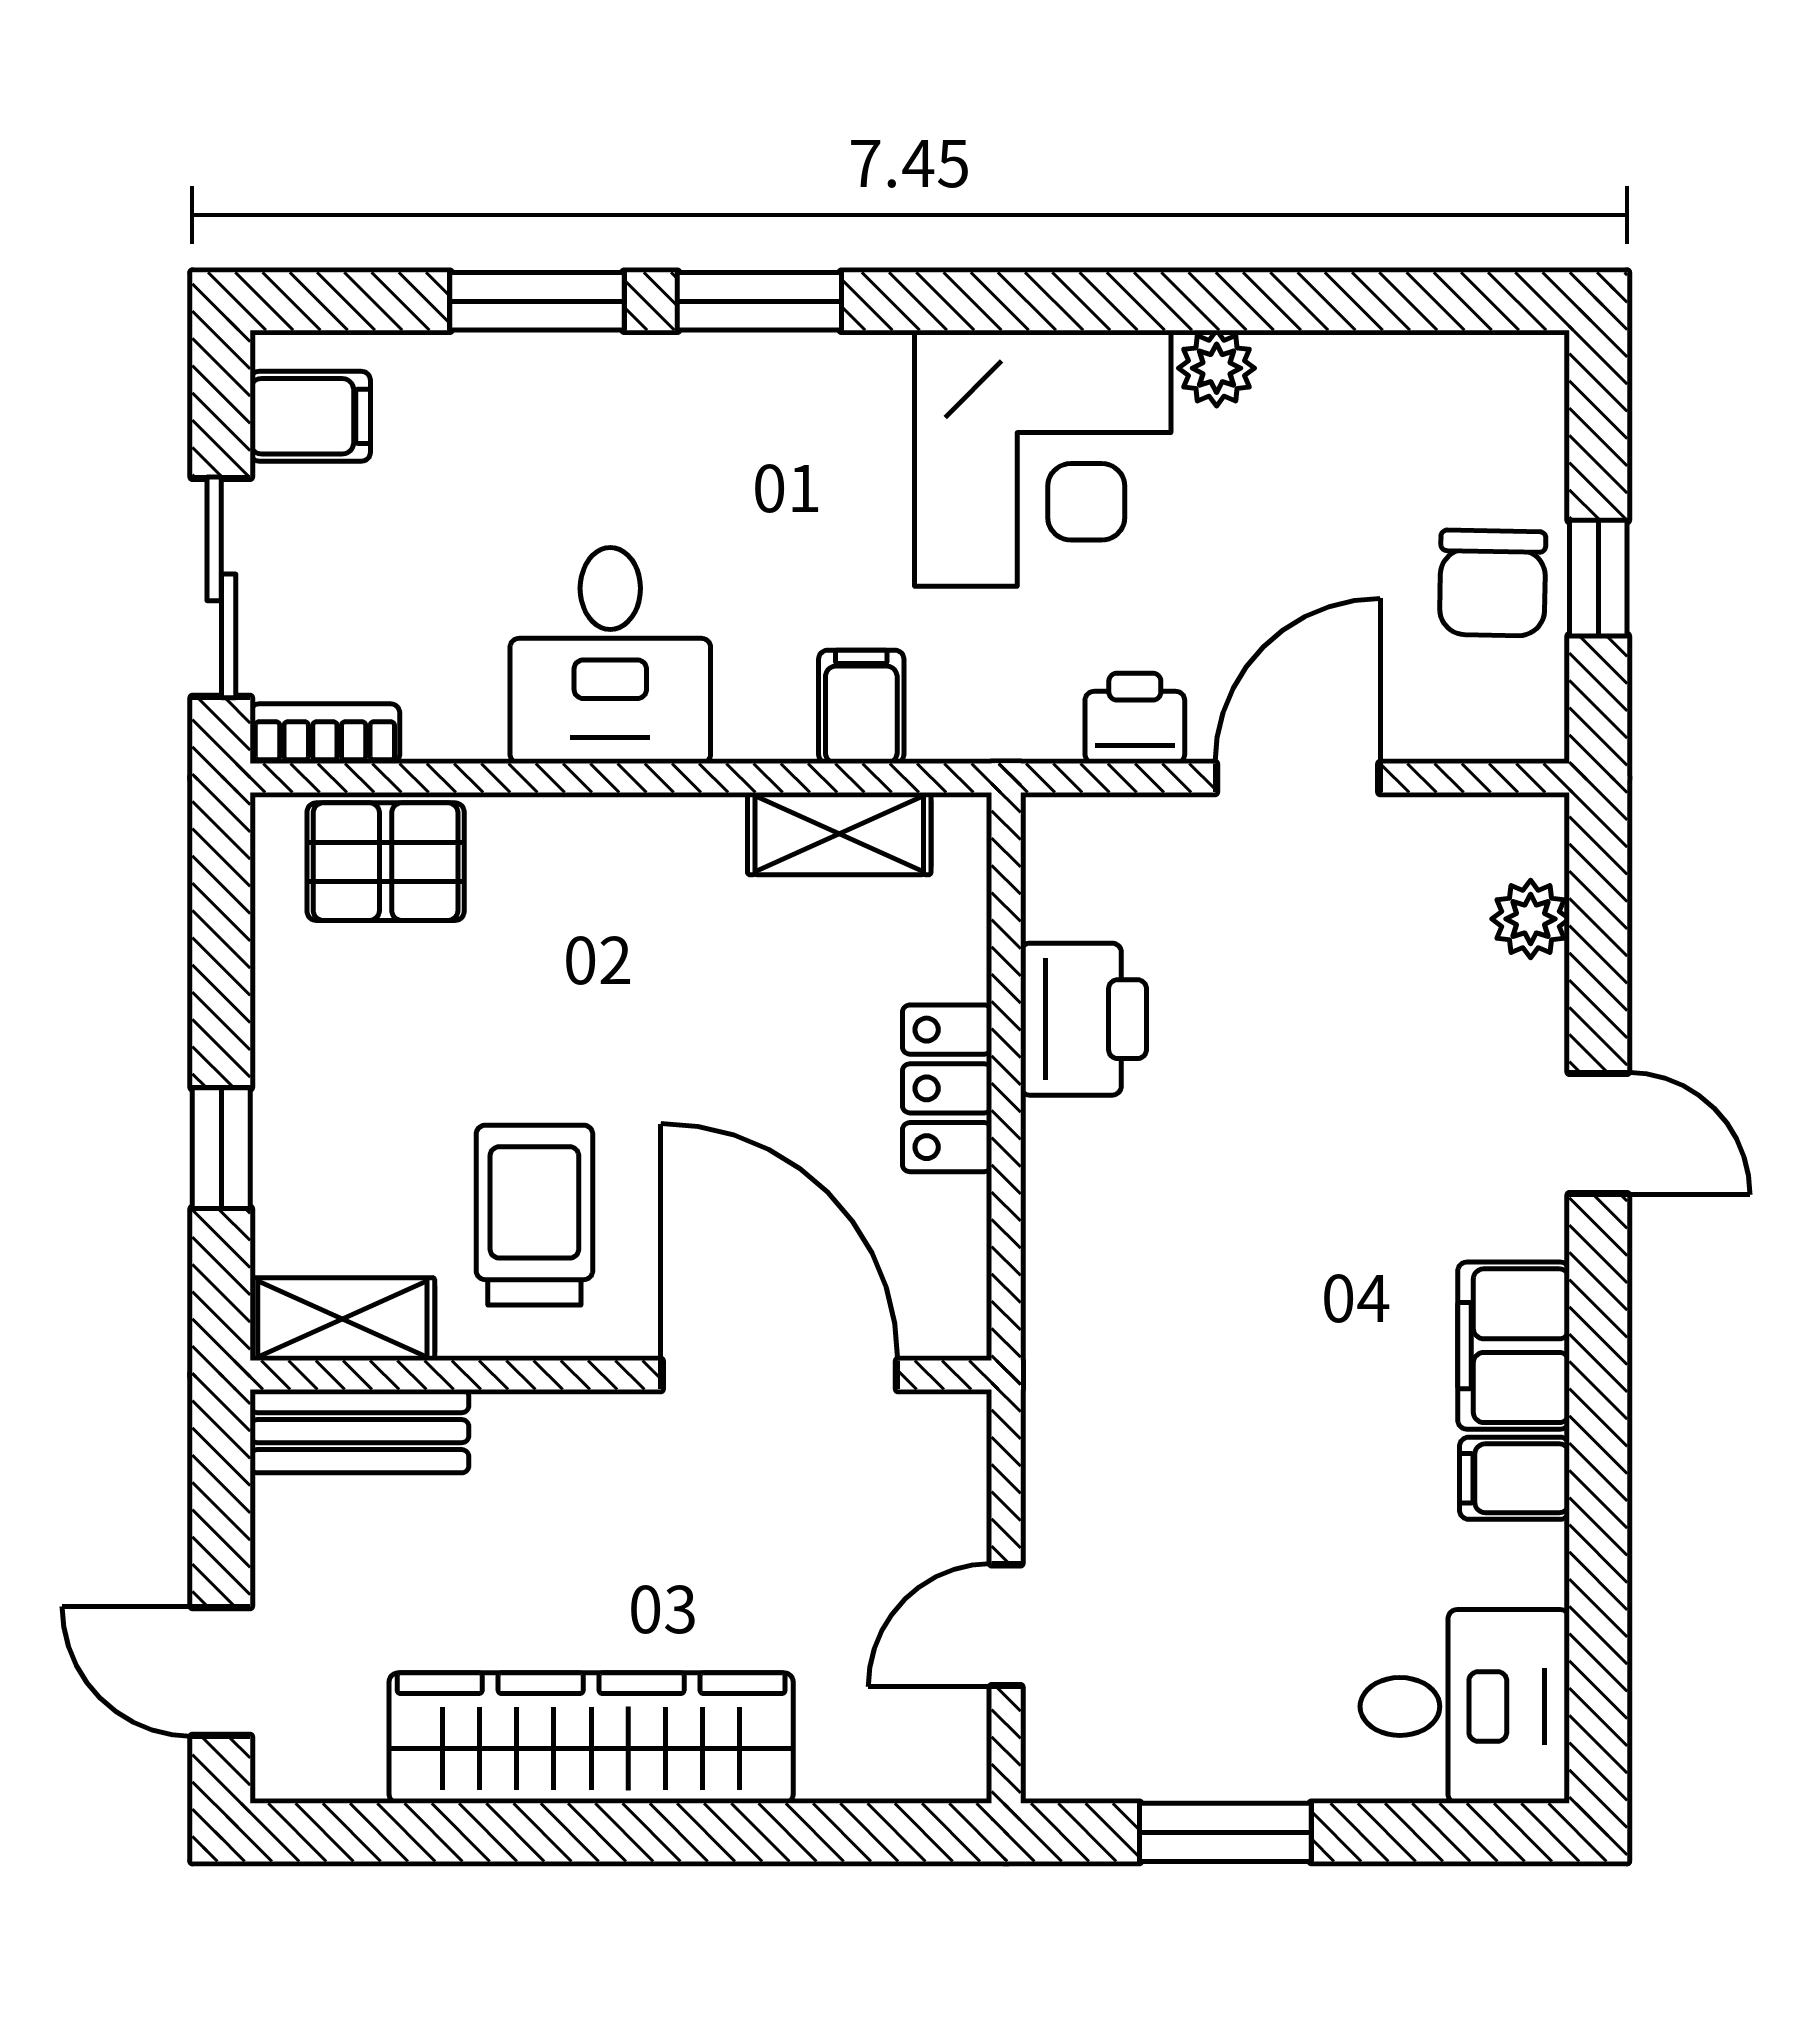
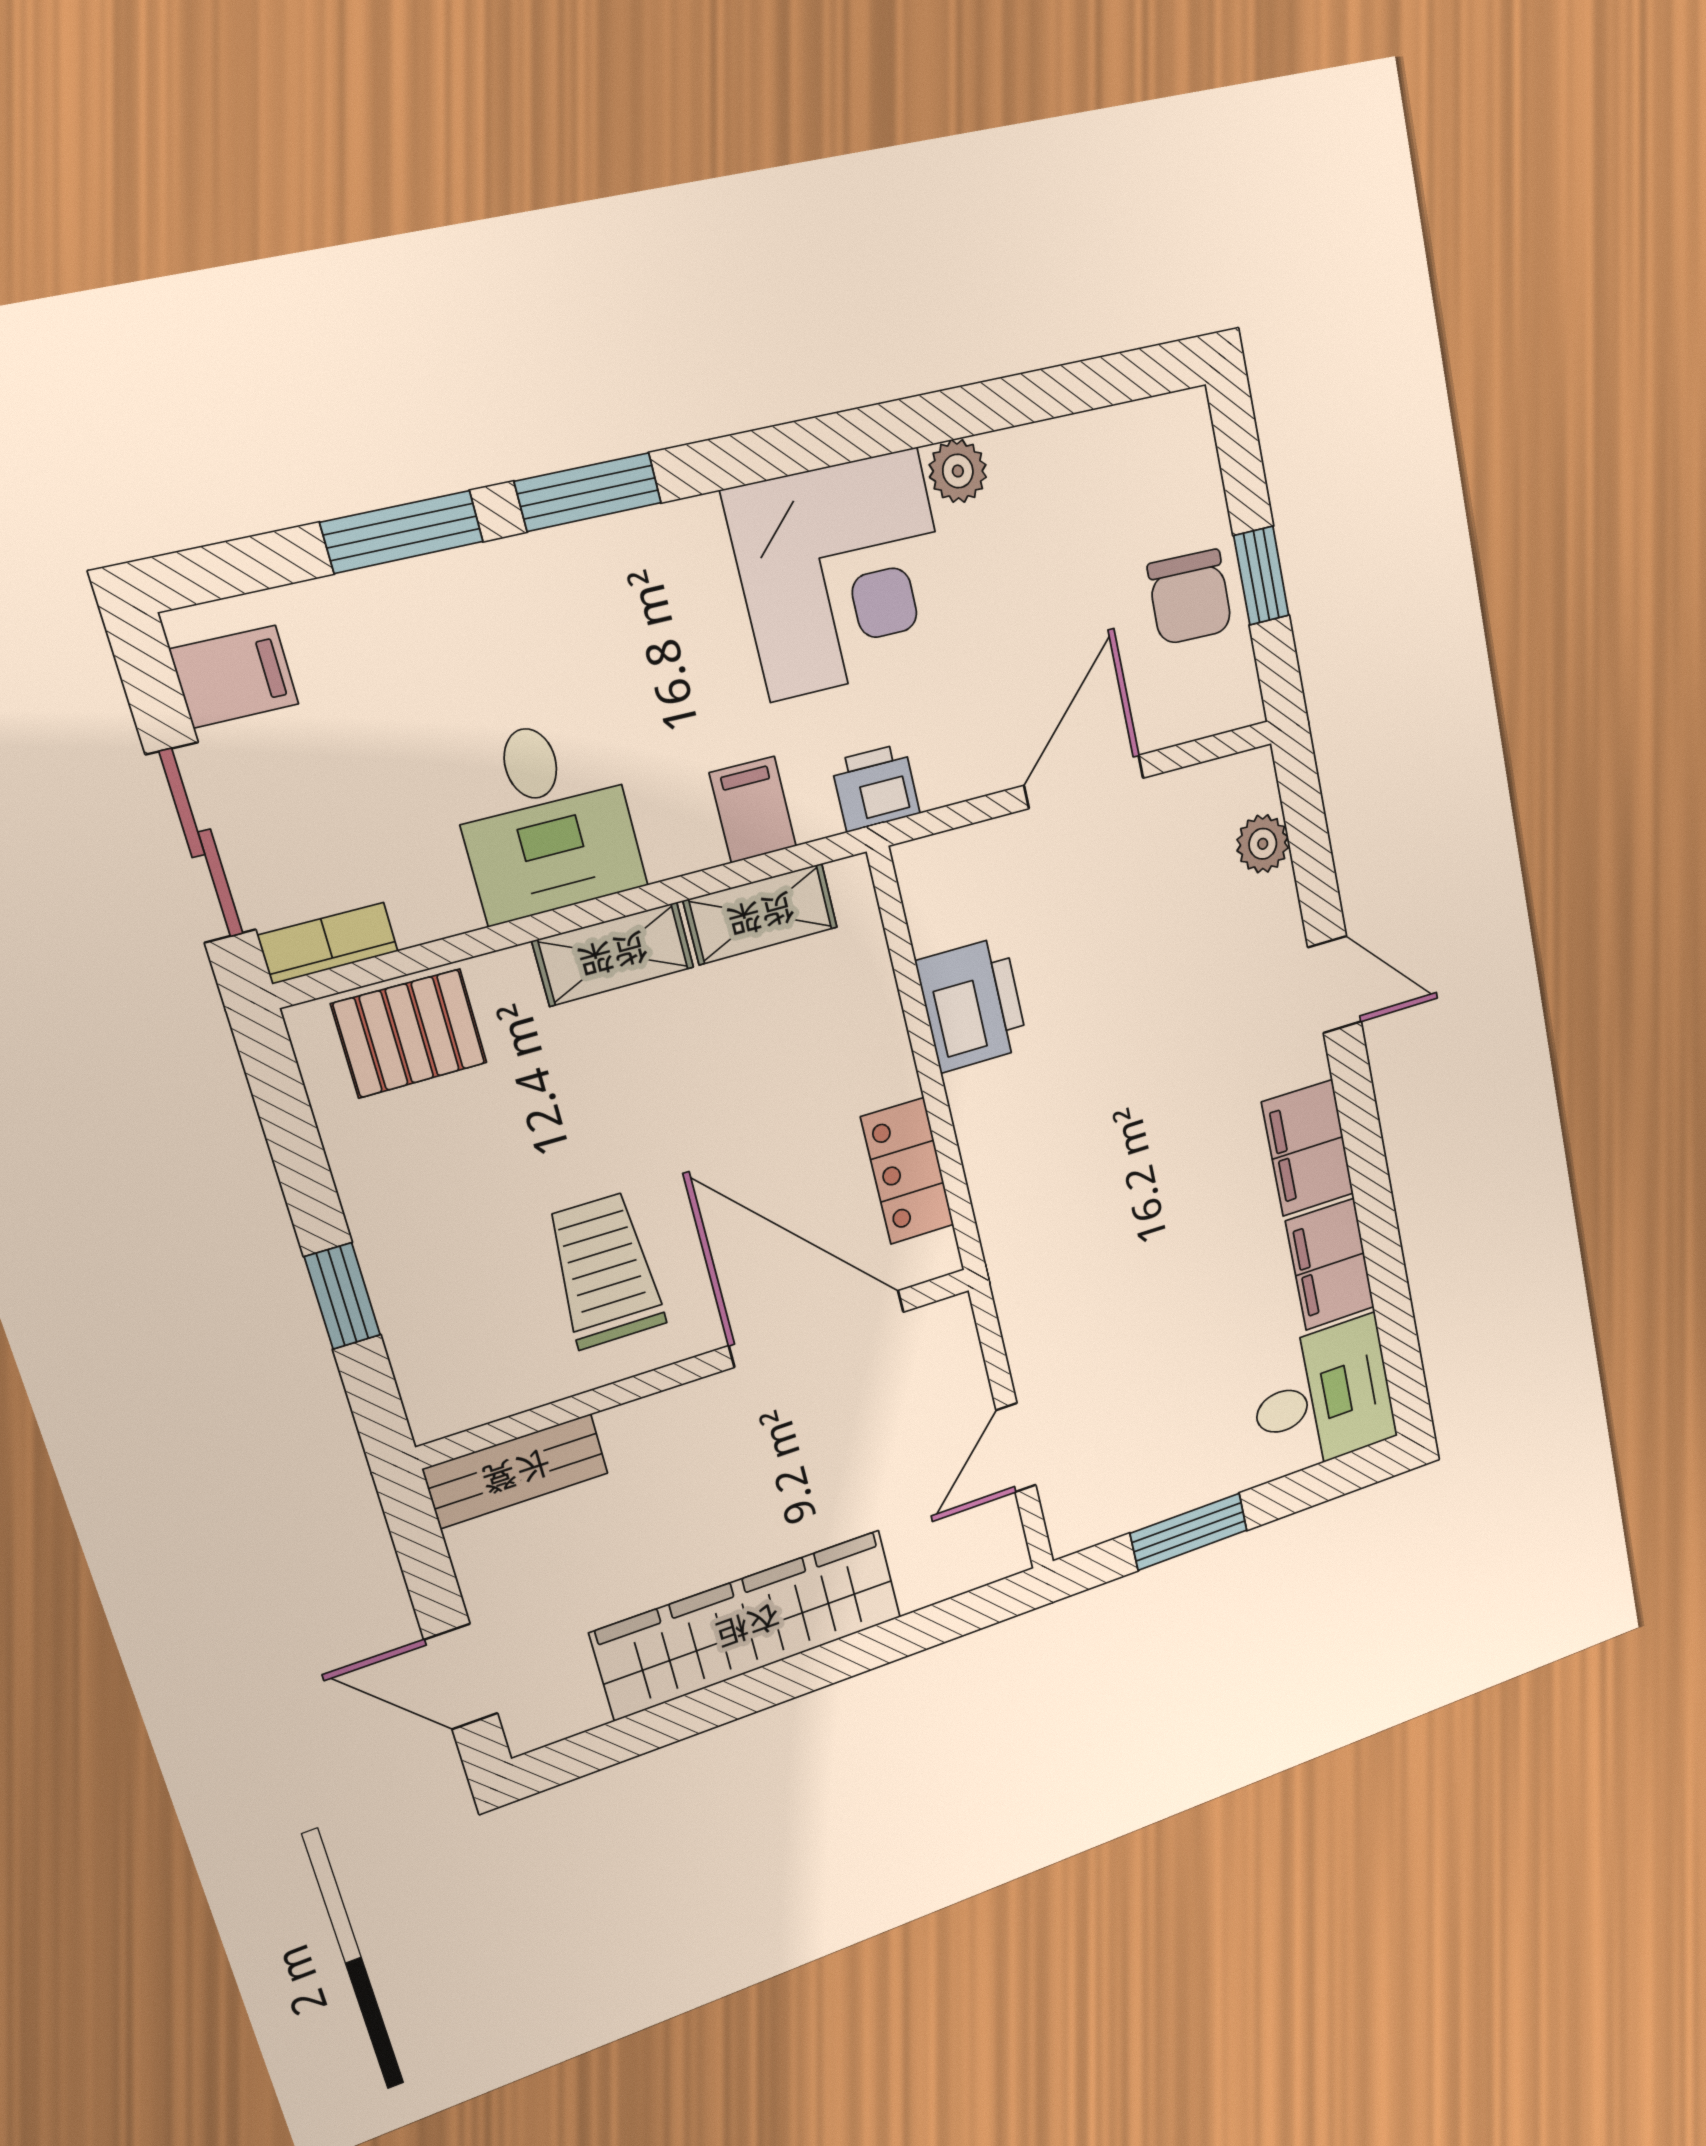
printer: (1135, 718) -> (876, 788), moved
locker: (947, 1088) -> (907, 1171), moved
shelving: (342, 1319) -> (613, 954), moved
filing cabinet: (1515, 1478) -> (1330, 1264), width x2.00

